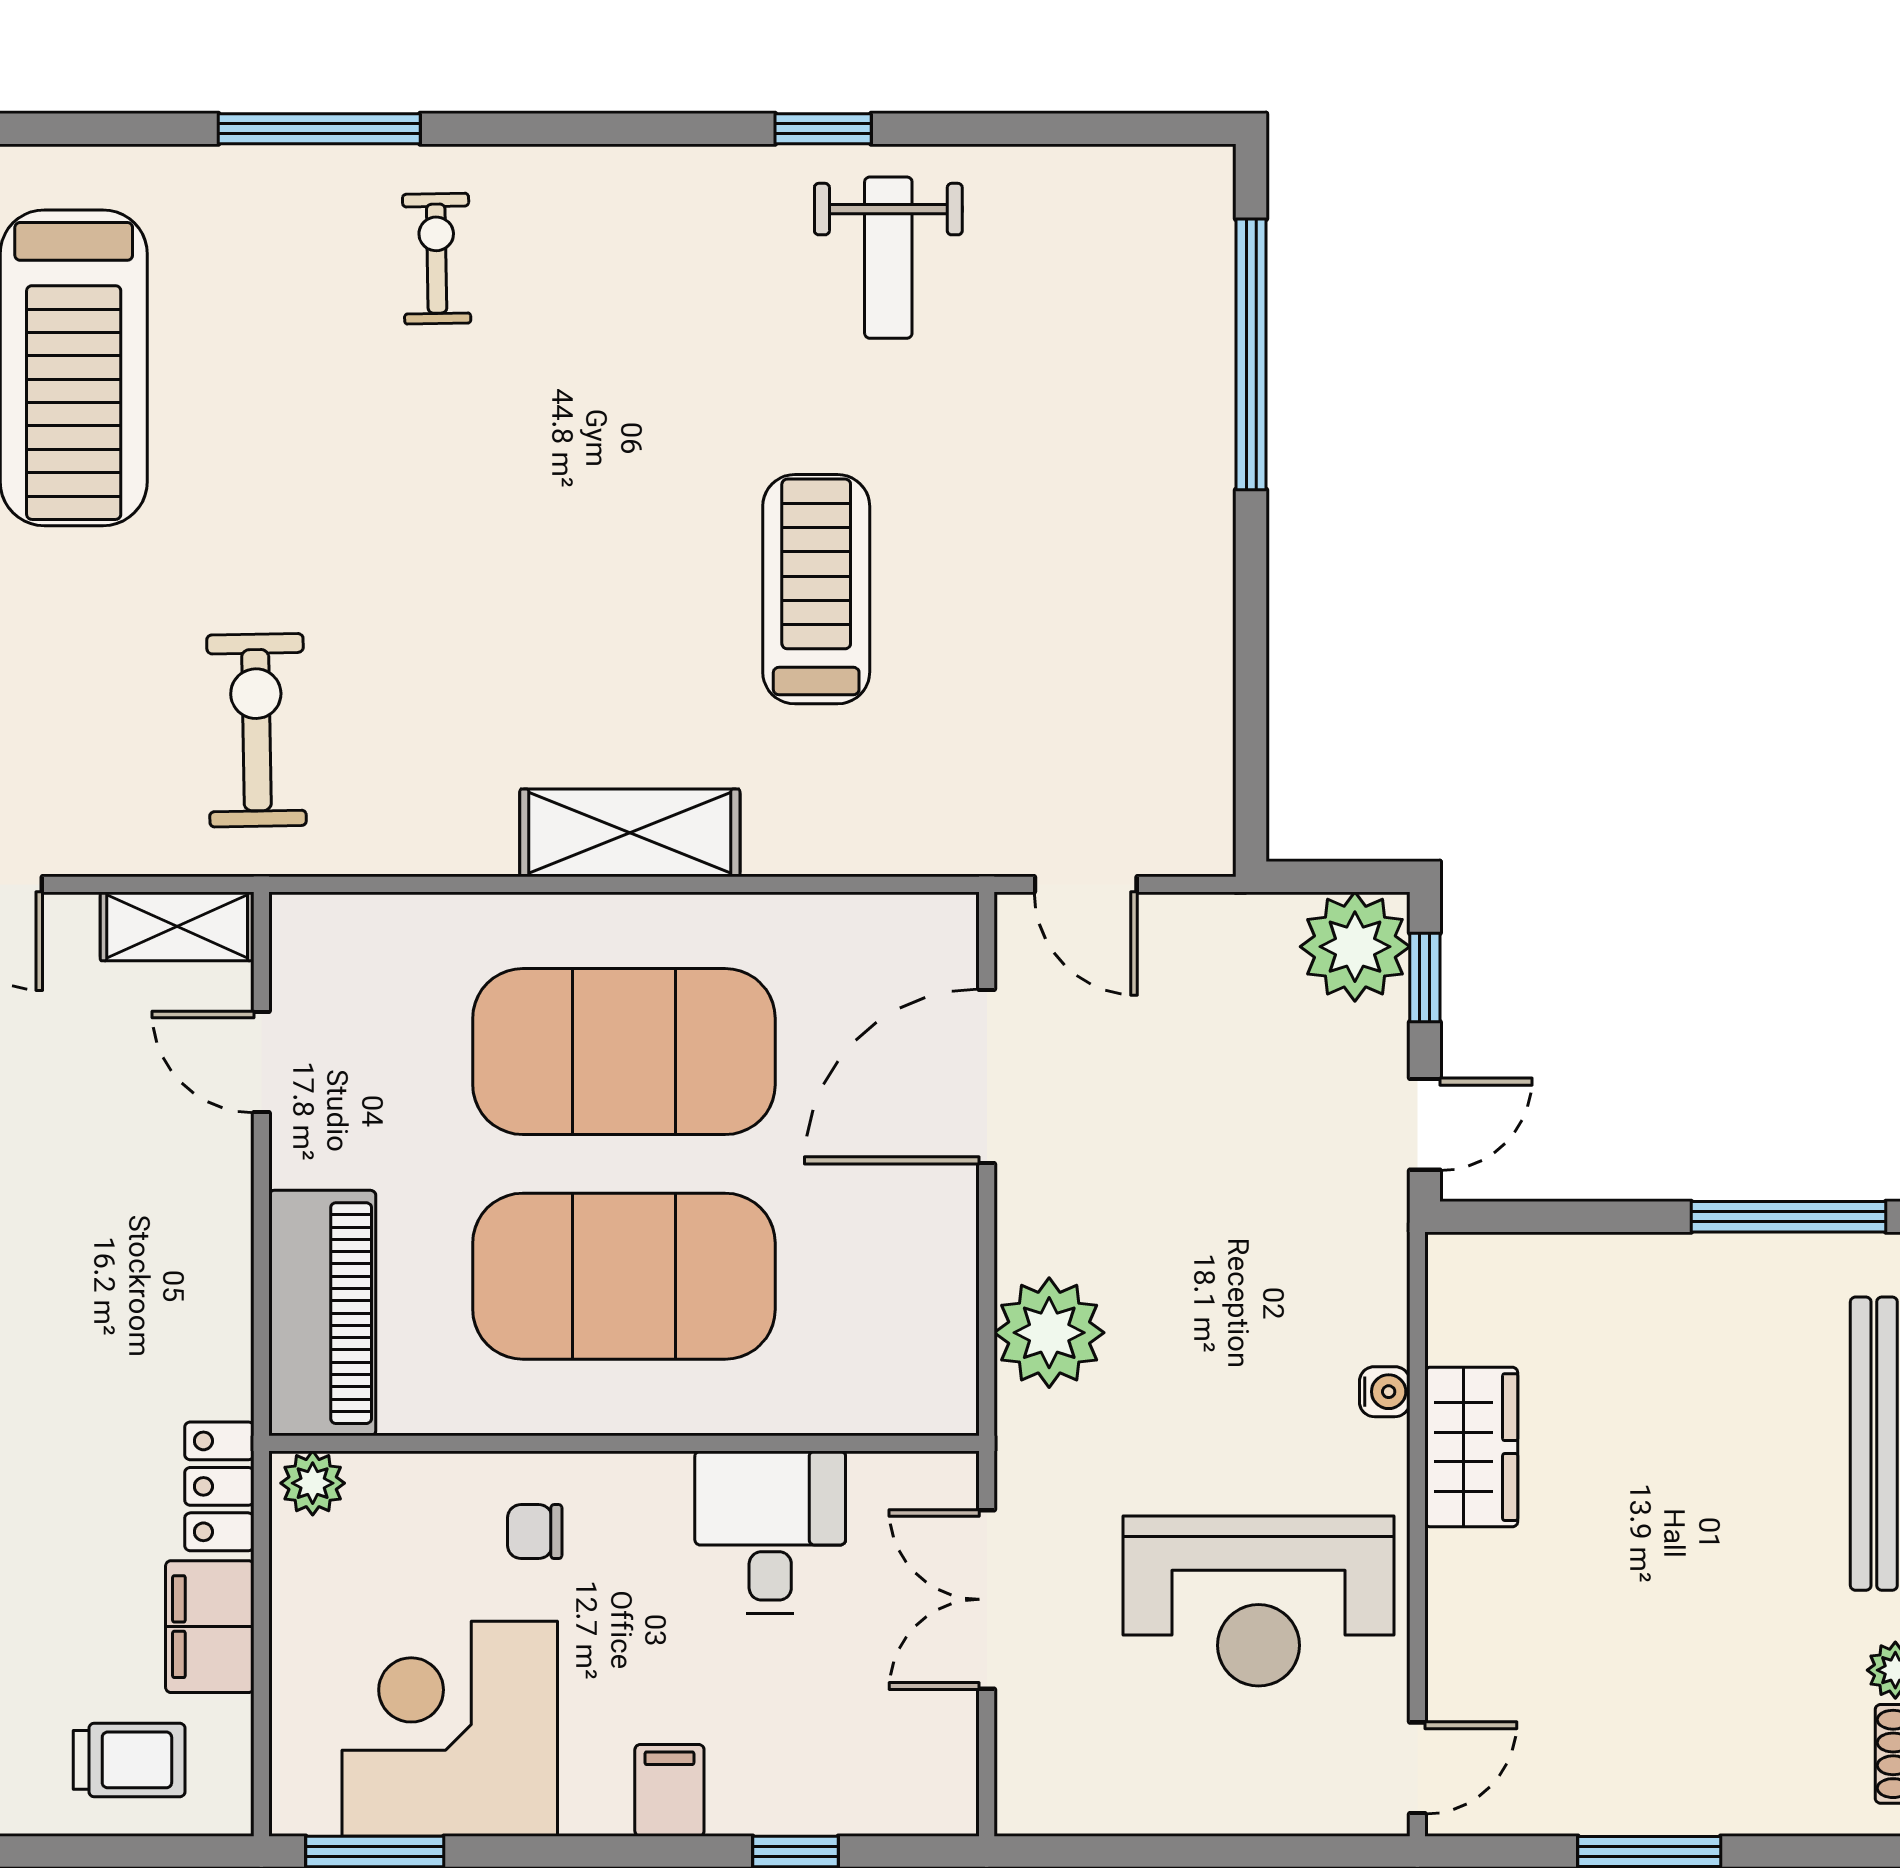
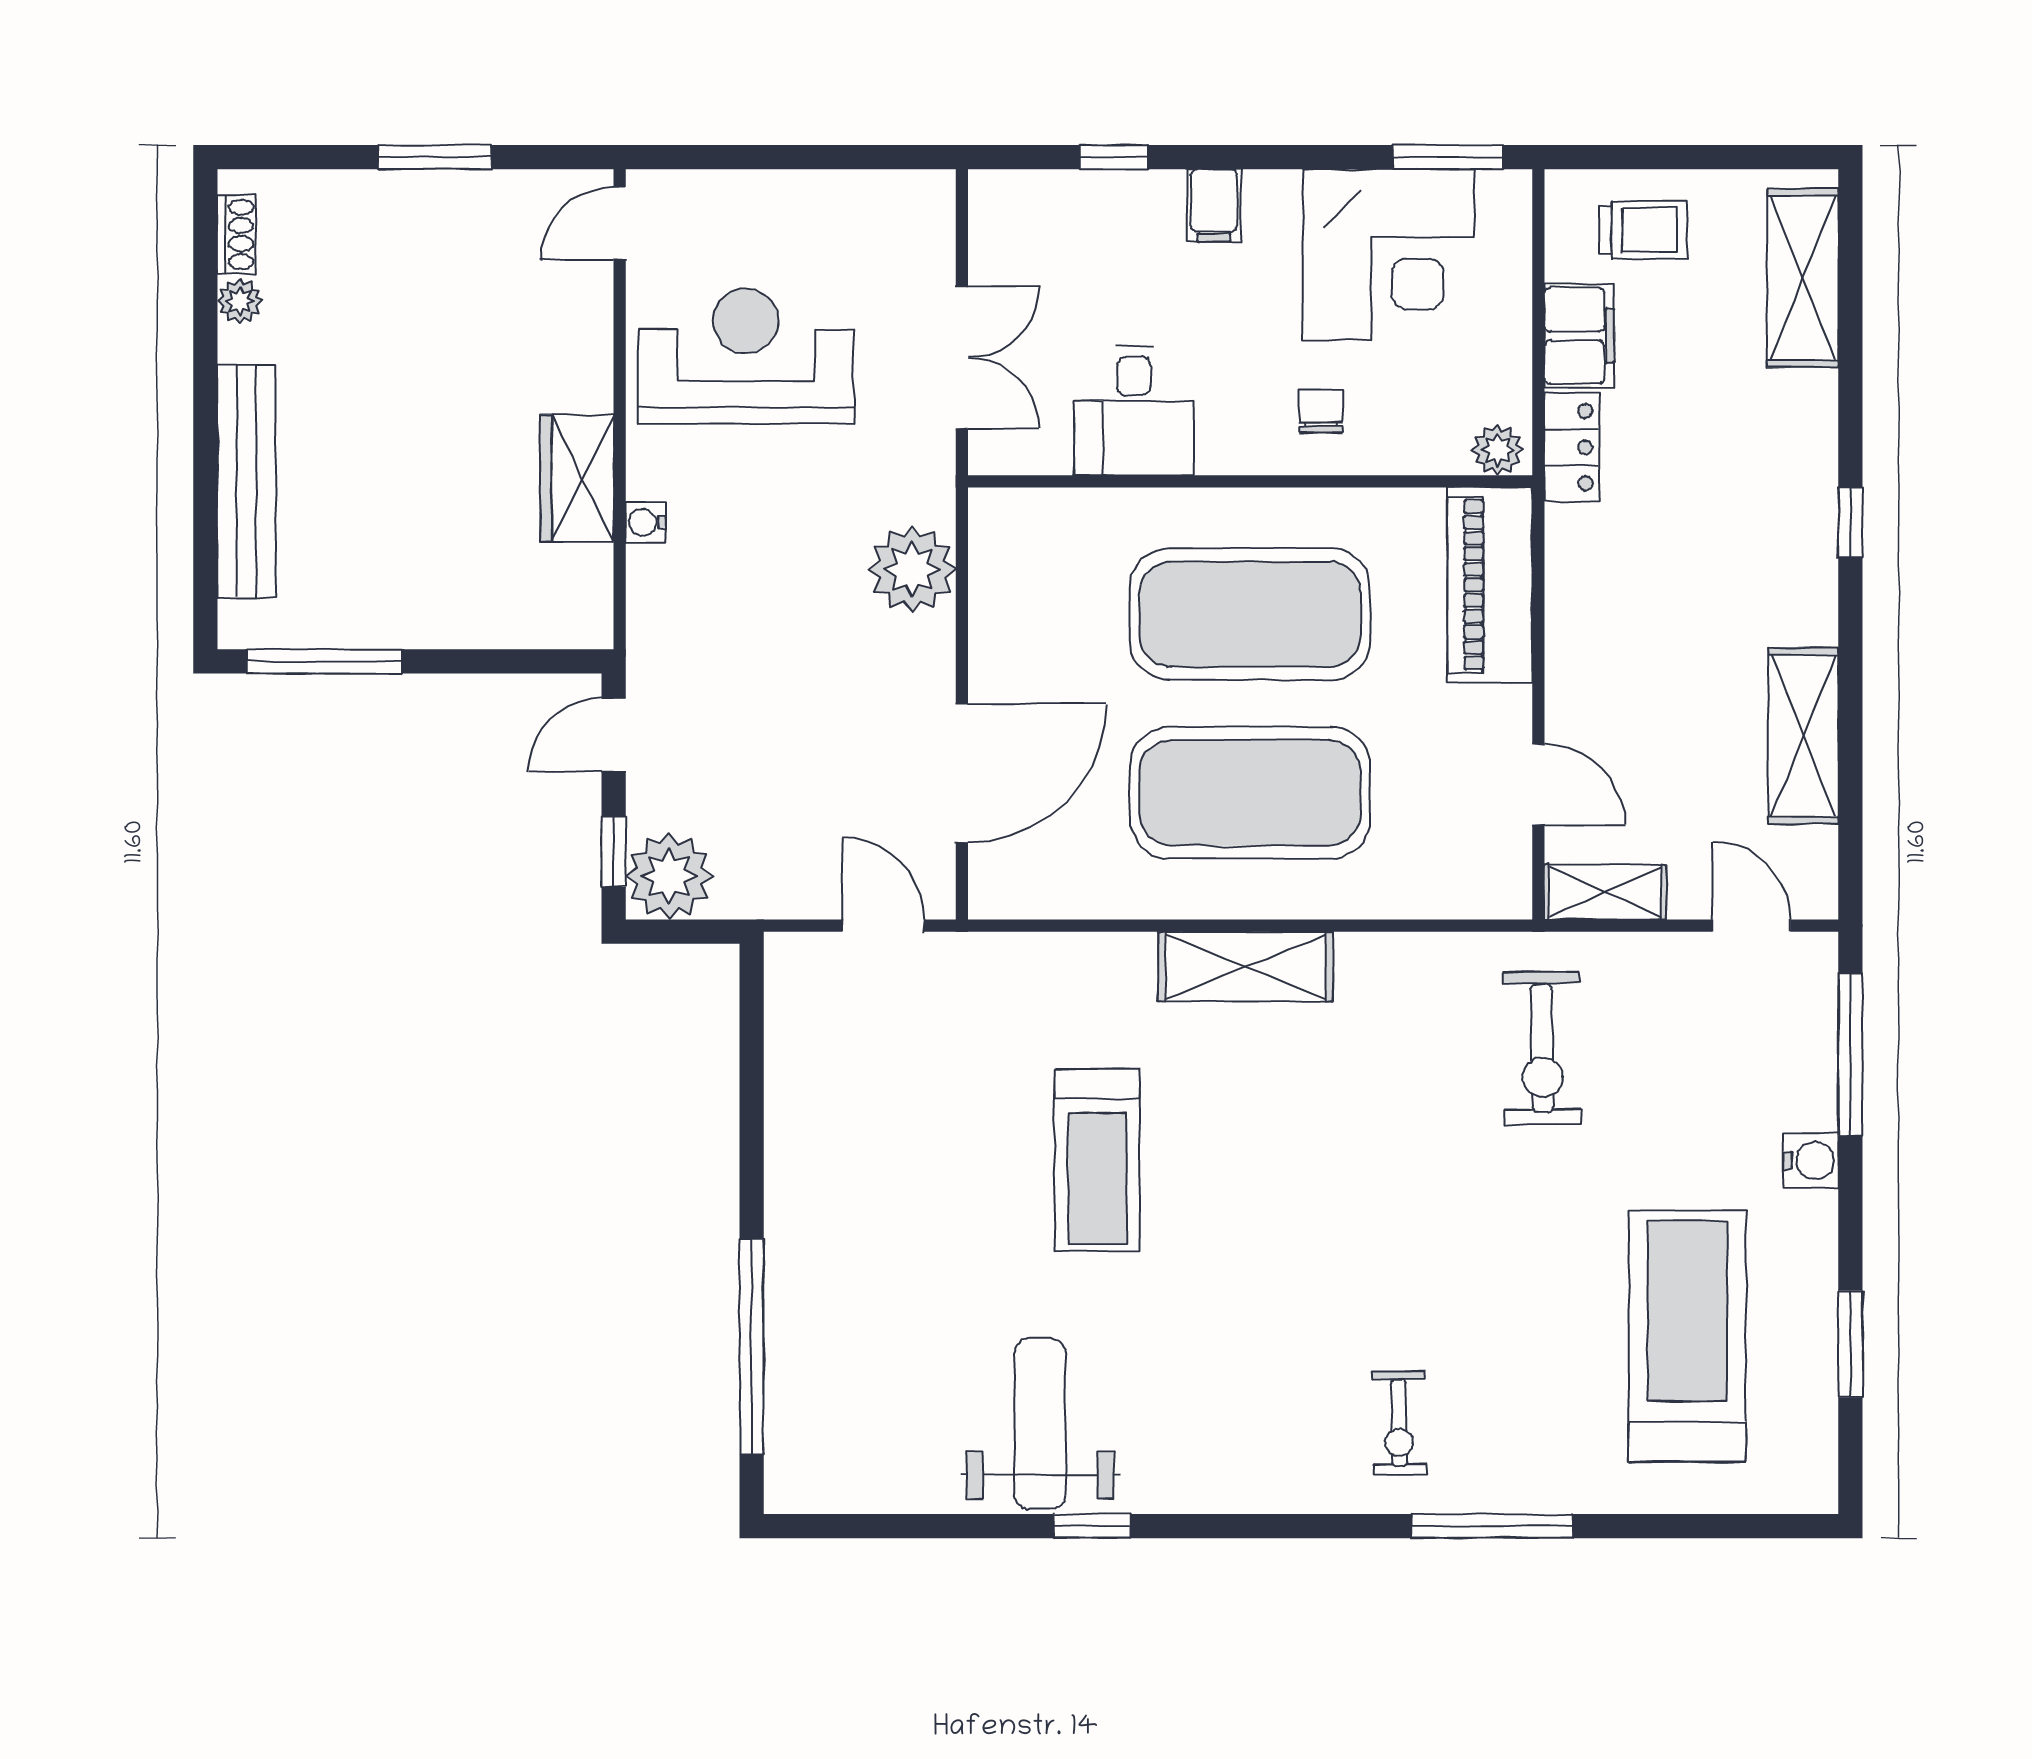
weight bench: (888, 258) -> (1040, 1424), width x1.36, depth x1.33
chair: (535, 1532) -> (1321, 411), turned -90
trolley: (129, 1760) -> (1643, 230), turned 180

